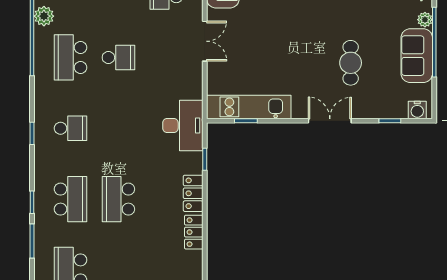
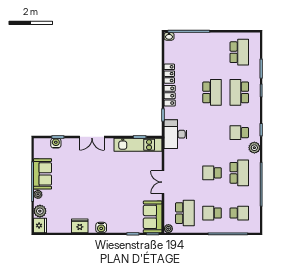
plant: (44, 16) -> (254, 148), moved
cafe table: (351, 63) -> (80, 170), removed
water cooler: (417, 110) -> (56, 143), moved

